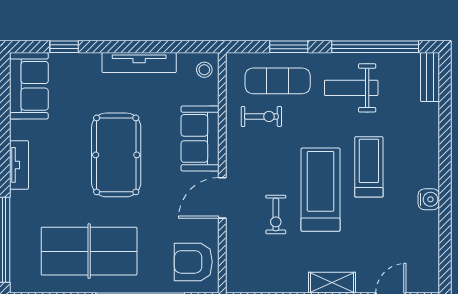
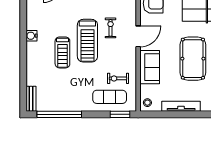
window: (289, 47) -> (120, 114), moved
weight bench: (351, 88) -> (72, 93), removed

